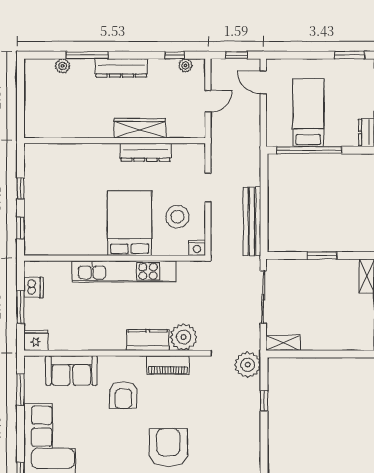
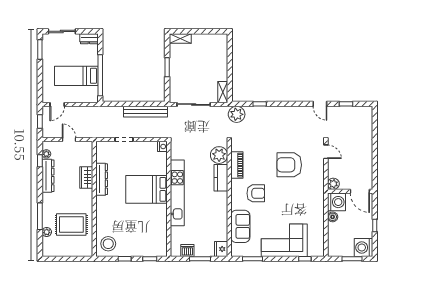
dresser: (121, 68) -> (48, 176), moved
rug: (74, 105) -> (71, 224), added
wardrobe: (140, 128) -> (86, 177), width x0.67
stool: (177, 217) -> (108, 244), moved

